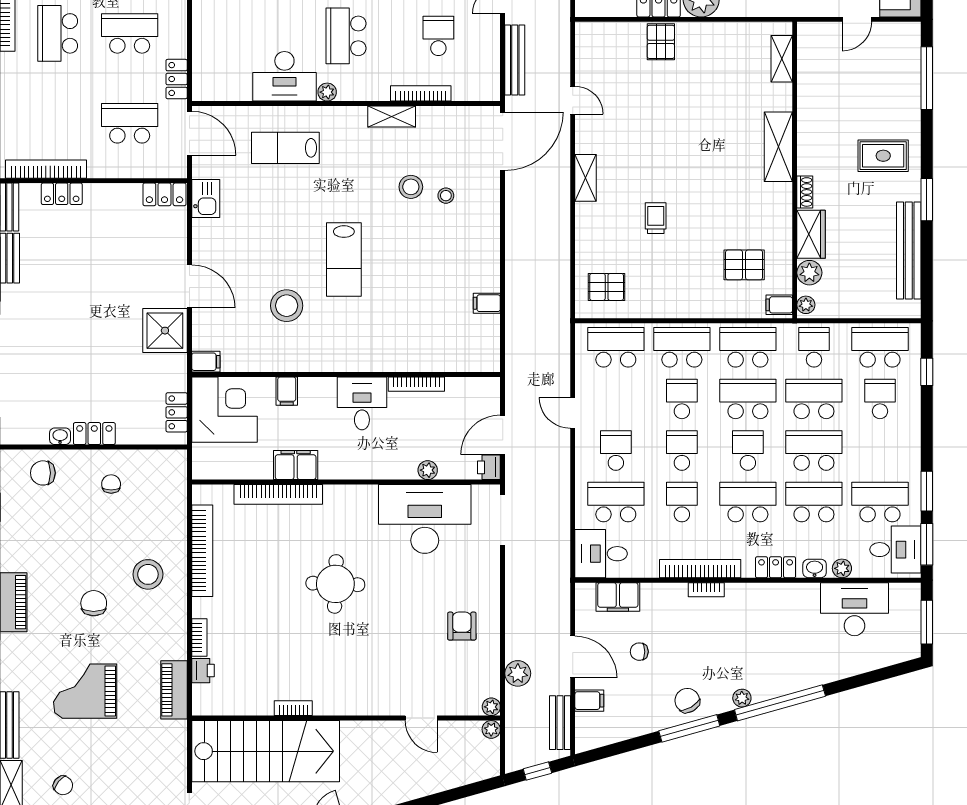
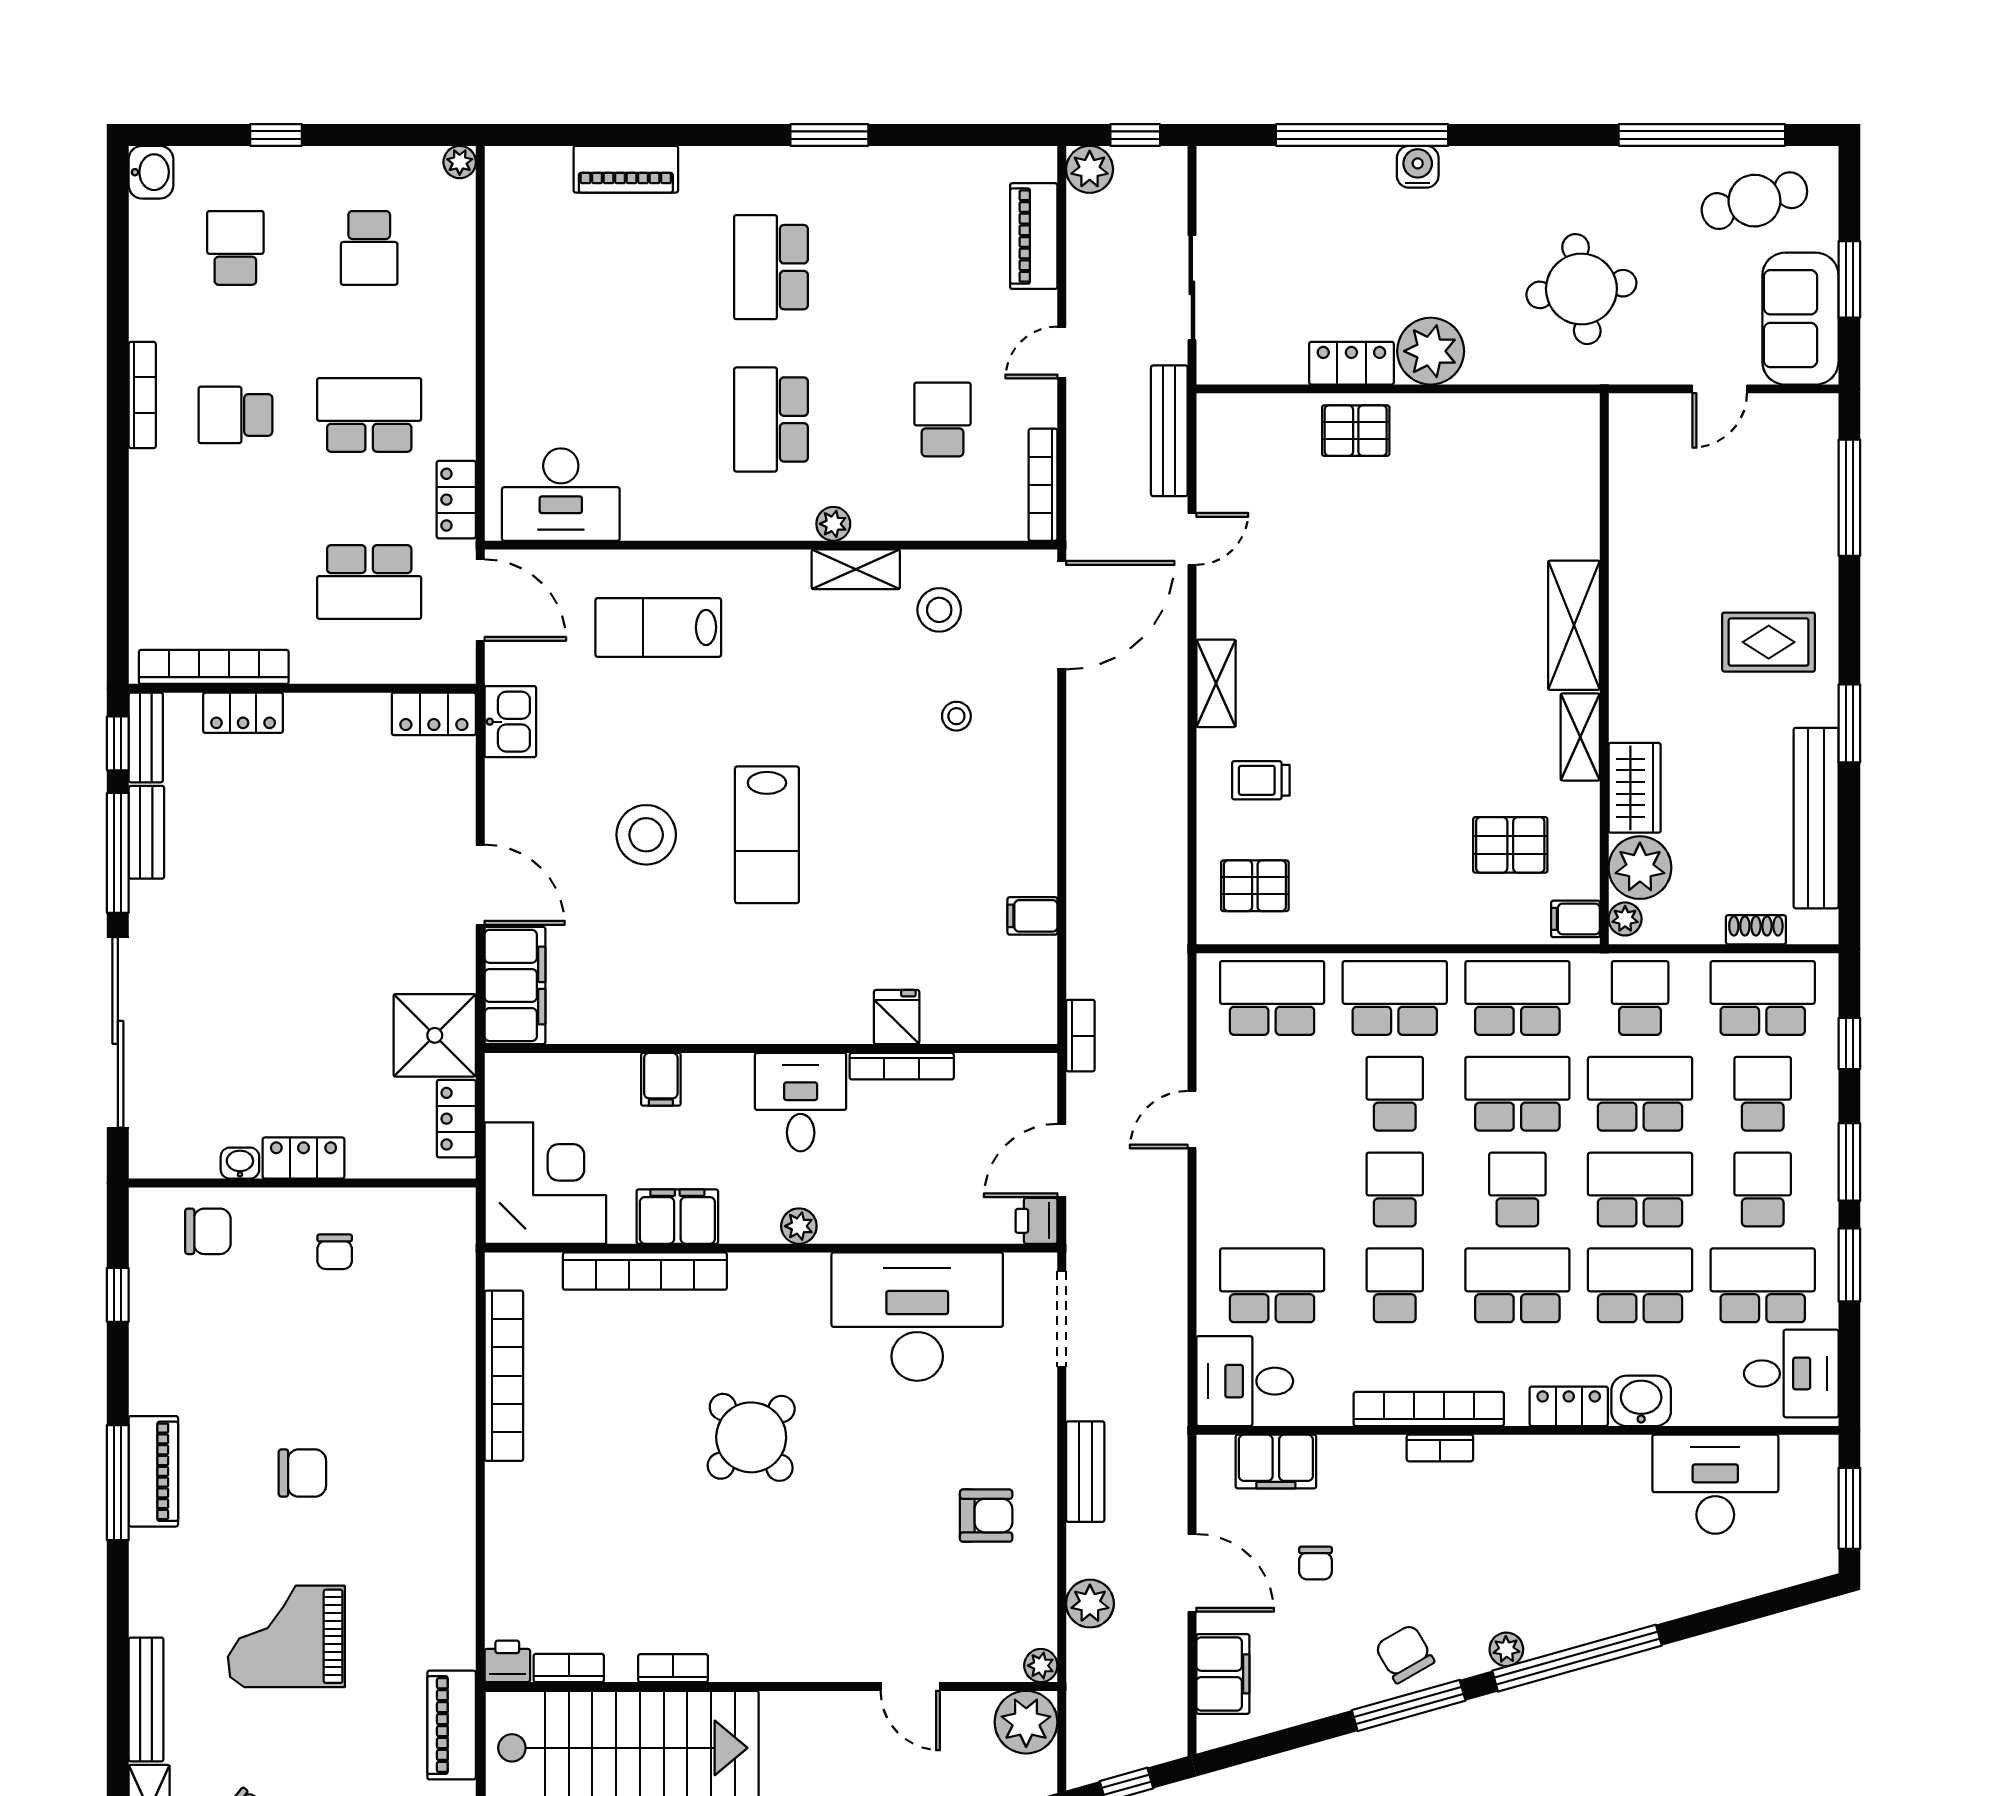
school desk: (58, 33) -> (235, 415), width x0.54
pallet: (661, 42) -> (1356, 431), turned 90
shelving: (782, 59) -> (1580, 737), moved
bench: (515, 60) -> (1169, 431), moved
desk: (284, 76) -> (561, 495), moved
plant: (327, 92) -> (833, 524), moved
bookcase: (421, 93) -> (1043, 485), moved, turned -90
door: (573, 100) -> (1192, 539), hinge flipped
school desk: (130, 123) -> (369, 582), turned 180
stool: (411, 187) -> (939, 610), moved
shoe rack: (805, 192) -> (1756, 930), moved, turned -90
trolley: (656, 218) -> (1261, 780), moved, turned -90
plant: (809, 273) -> (1640, 868), width x1.36, depth x1.36
stool: (287, 306) -> (646, 835), moved
shower: (165, 331) -> (435, 1035), moved
fridge: (414, 358) -> (897, 1017), added
filing cabinet: (206, 362) -> (515, 985), width x3.00, depth x1.17
bookcase: (513, 368) -> (1080, 1036), added
corner desk: (225, 410) -> (545, 1183), moved
door: (573, 413) -> (1192, 1120), hinge flipped
school desk: (616, 451) -> (1763, 1190), moved
plant: (428, 470) -> (799, 1226), moved
chair: (43, 473) -> (208, 1231), turned 180
chair: (111, 484) -> (335, 1252), turned 180
window: (927, 544) -> (1849, 1162), moved
washbasin: (815, 568) -> (1641, 1401), width x1.38, depth x1.45
plant: (842, 568) -> (1692, 1408), removed
stool: (148, 574) -> (403, 1420), removed
round table: (335, 584) -> (751, 1437), turned 45
chair: (94, 603) -> (302, 1473), turned 90
armchair: (462, 626) -> (986, 1516), turned 90
bookcase: (199, 637) -> (569, 1668), moved, turned -90
chair: (639, 652) -> (1315, 1563), turned -90
printer: (203, 671) -> (507, 1661), moved, turned -90
piano: (174, 690) -> (452, 1725), moved
filing cabinet: (589, 701) -> (1223, 1674), width x2.00
bench: (560, 723) -> (1085, 1472), moved
plant: (491, 729) -> (1026, 1722), width x1.87, depth x1.87

